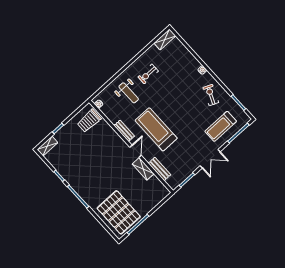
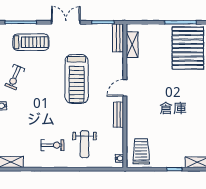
weight bench: (129, 93) -> (85, 144), turned 180
trolley: (89, 121) -> (141, 151), turned -90
treadmill: (156, 129) -> (77, 79), moved
shelving: (143, 169) -> (132, 45), moved
bench: (159, 169) -> (118, 38), moved

